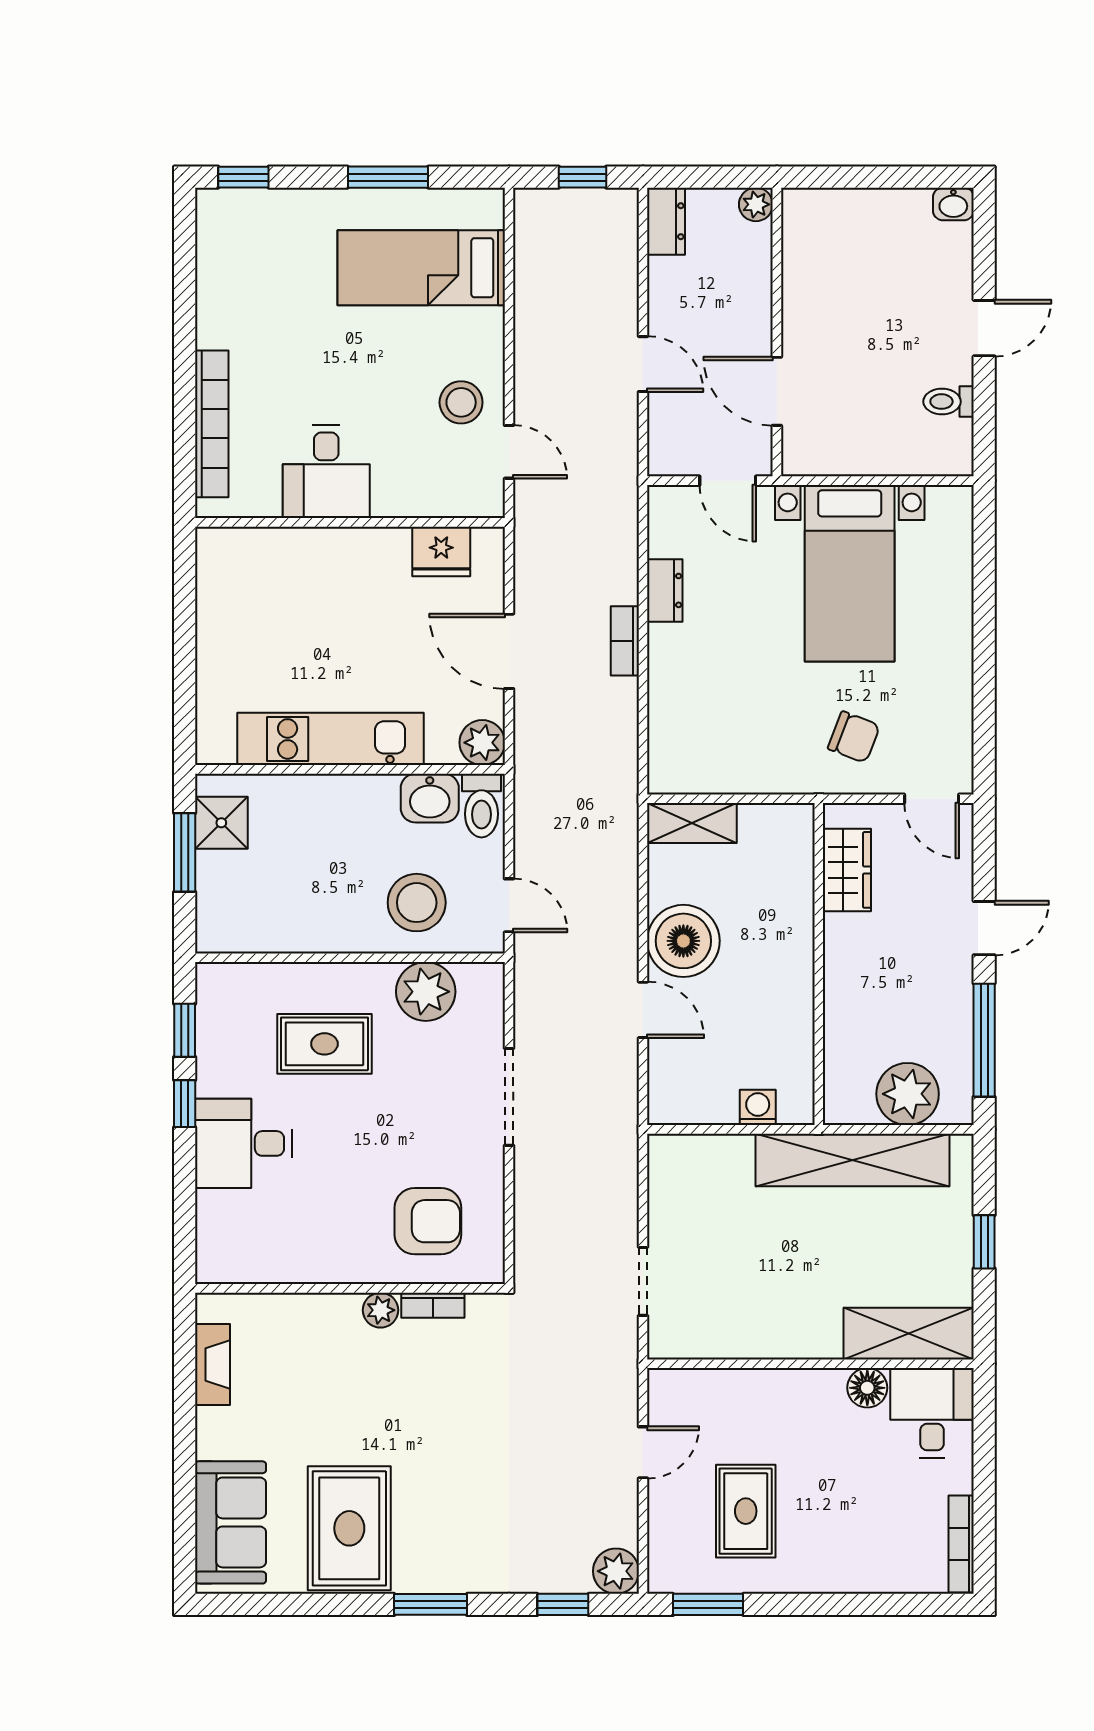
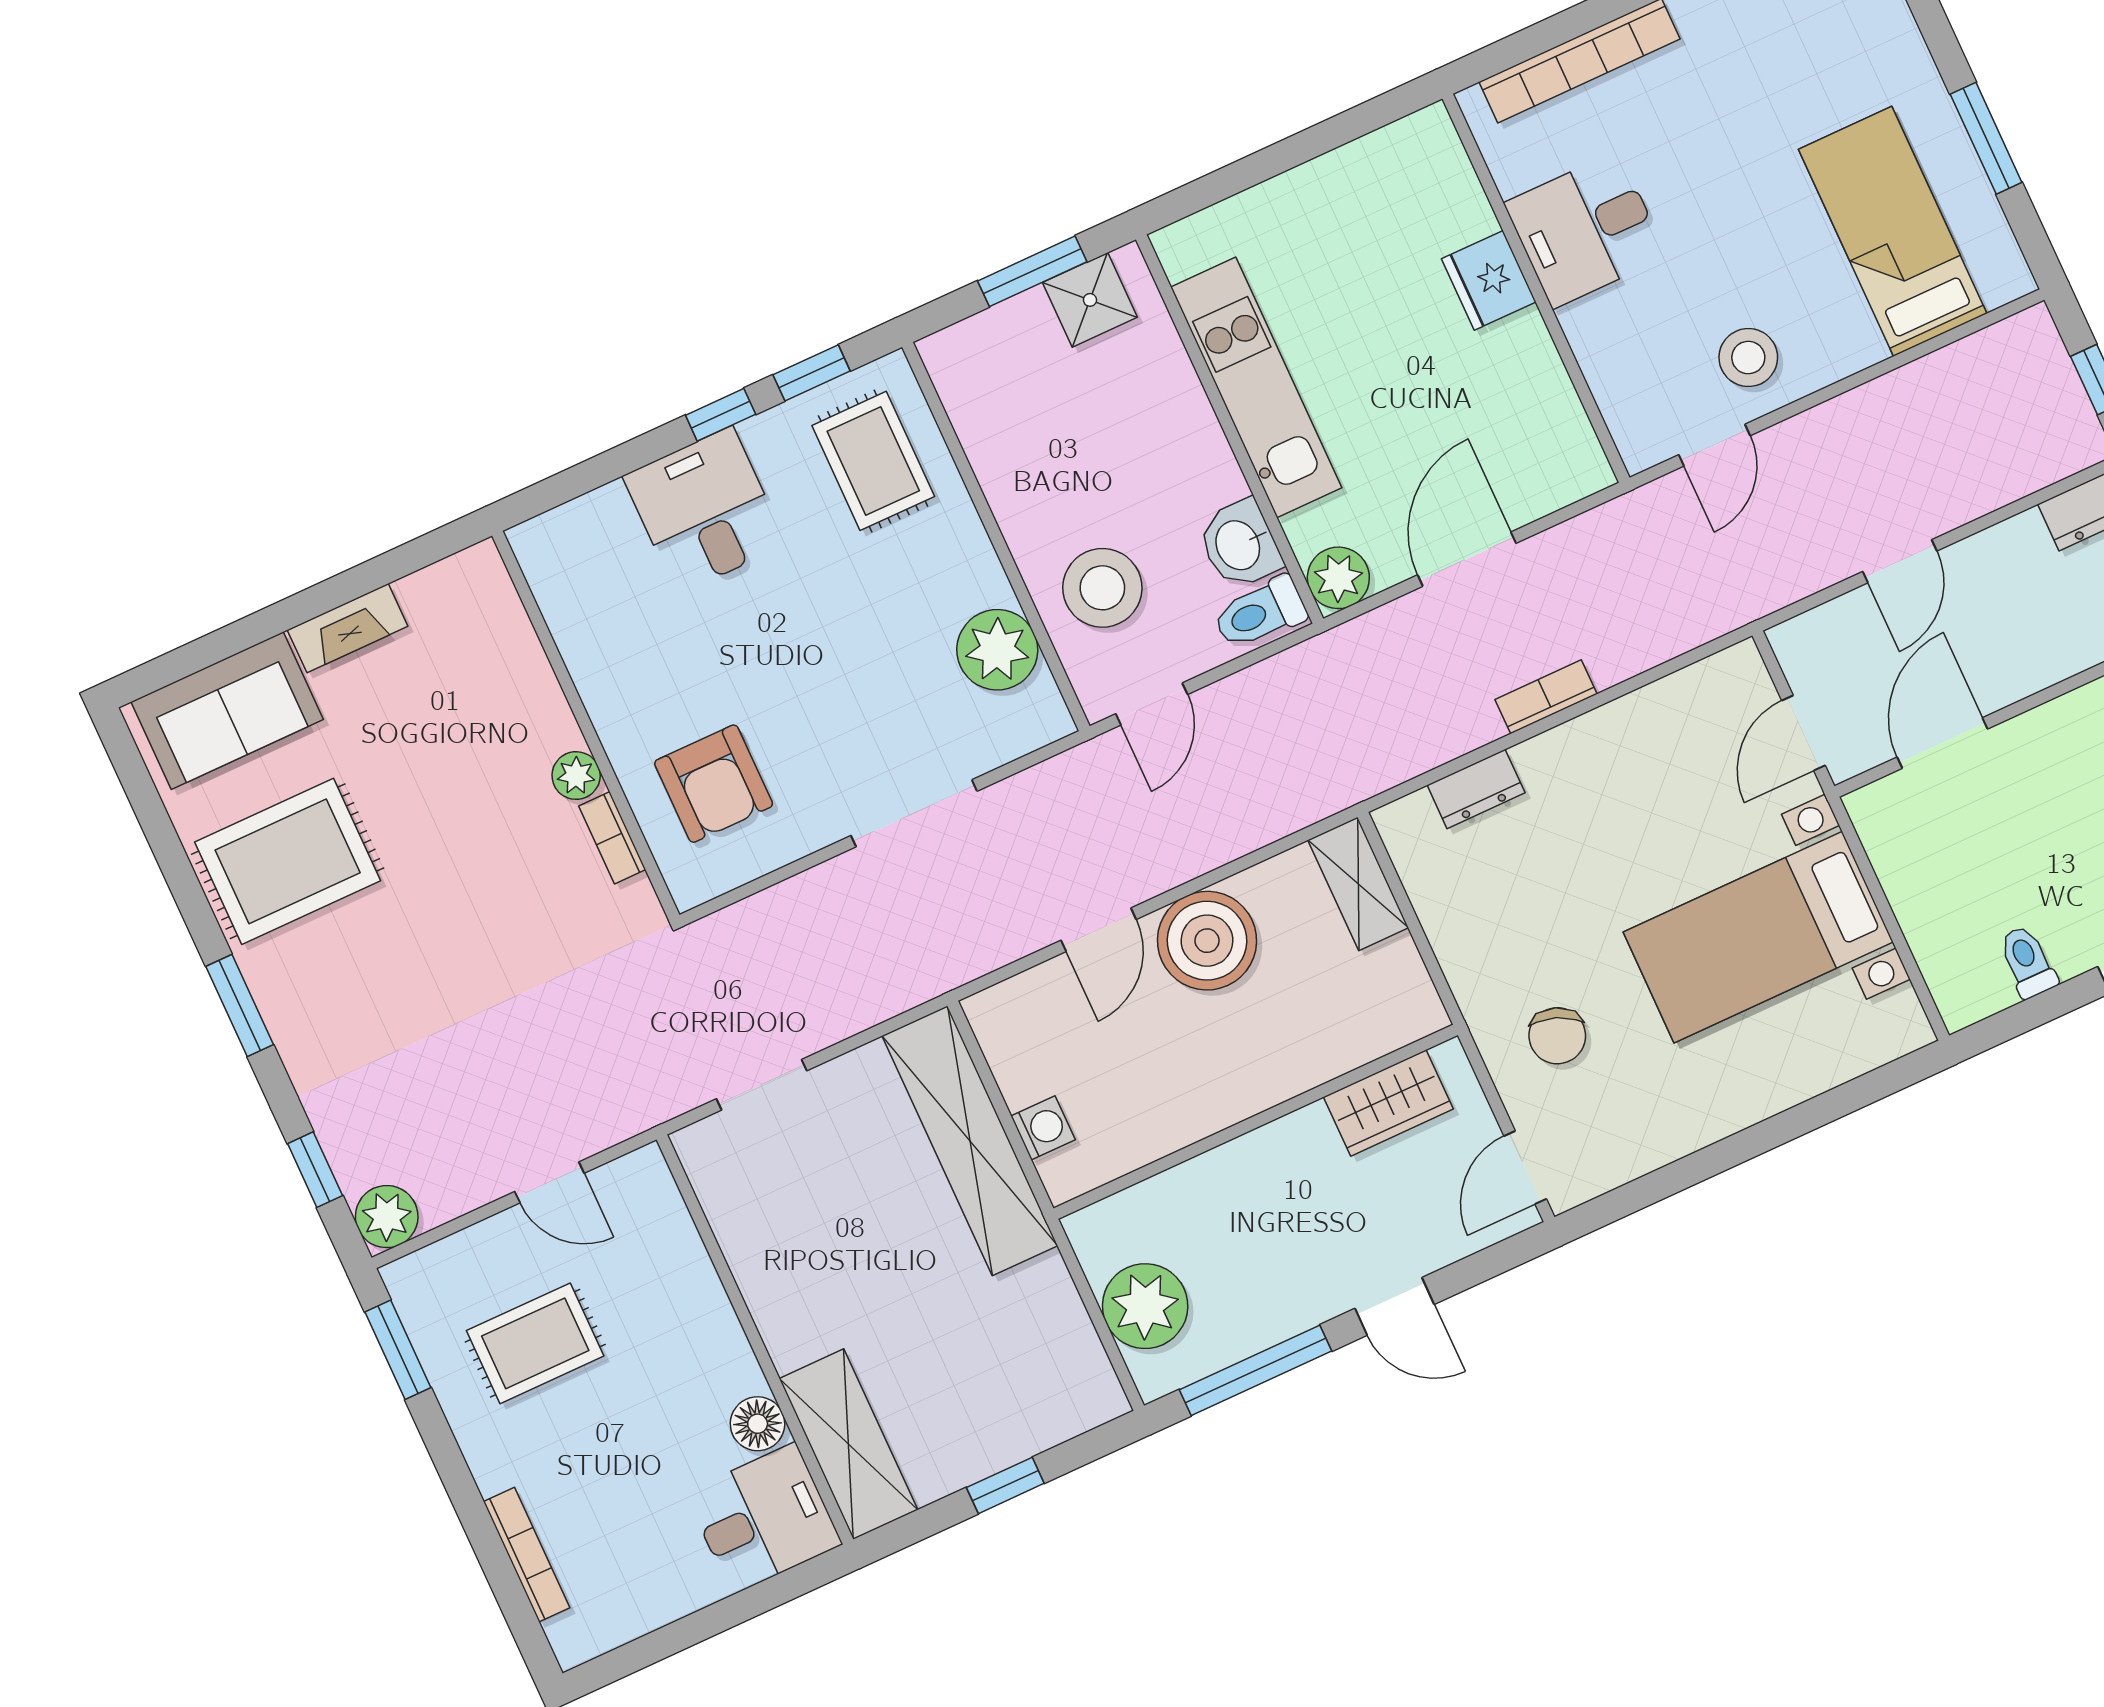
fridge: (441, 552) -> (1489, 280), moved
dresser: (665, 590) -> (1476, 789), moved
rug: (324, 1044) -> (873, 461), moved
shelving: (852, 1160) -> (970, 1141), moved
fireplace: (212, 1364) -> (348, 628), moved
bookcase: (961, 1544) -> (527, 1555), moved, turned 90

